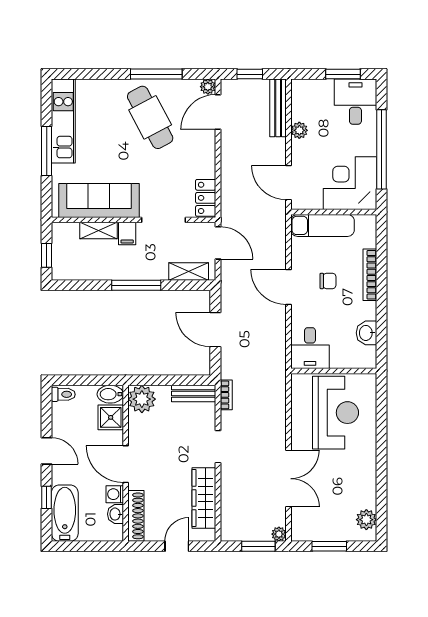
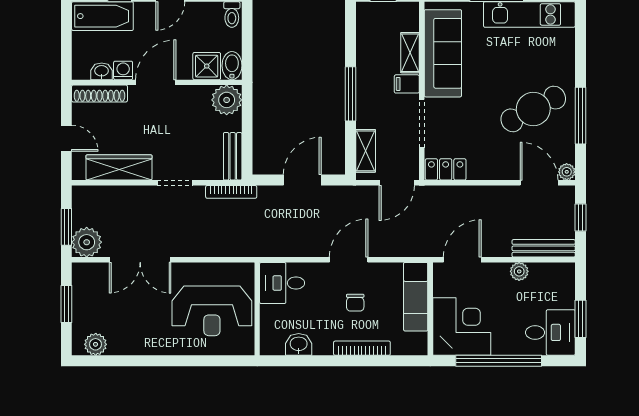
bookcase: (226, 395) -> (231, 192), width x1.56
plant: (279, 534) -> (87, 242), width x1.87, depth x1.87

